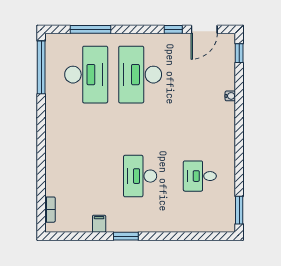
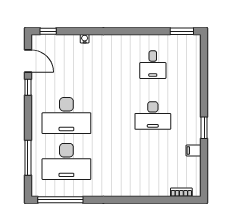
desk: (86, 75) -> (66, 161), turned 180

